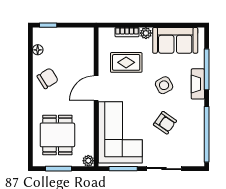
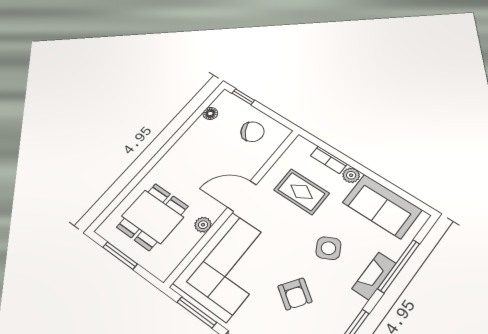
chair: (48, 78) -> (252, 132), moved
plant: (88, 161) -> (203, 225), moved

